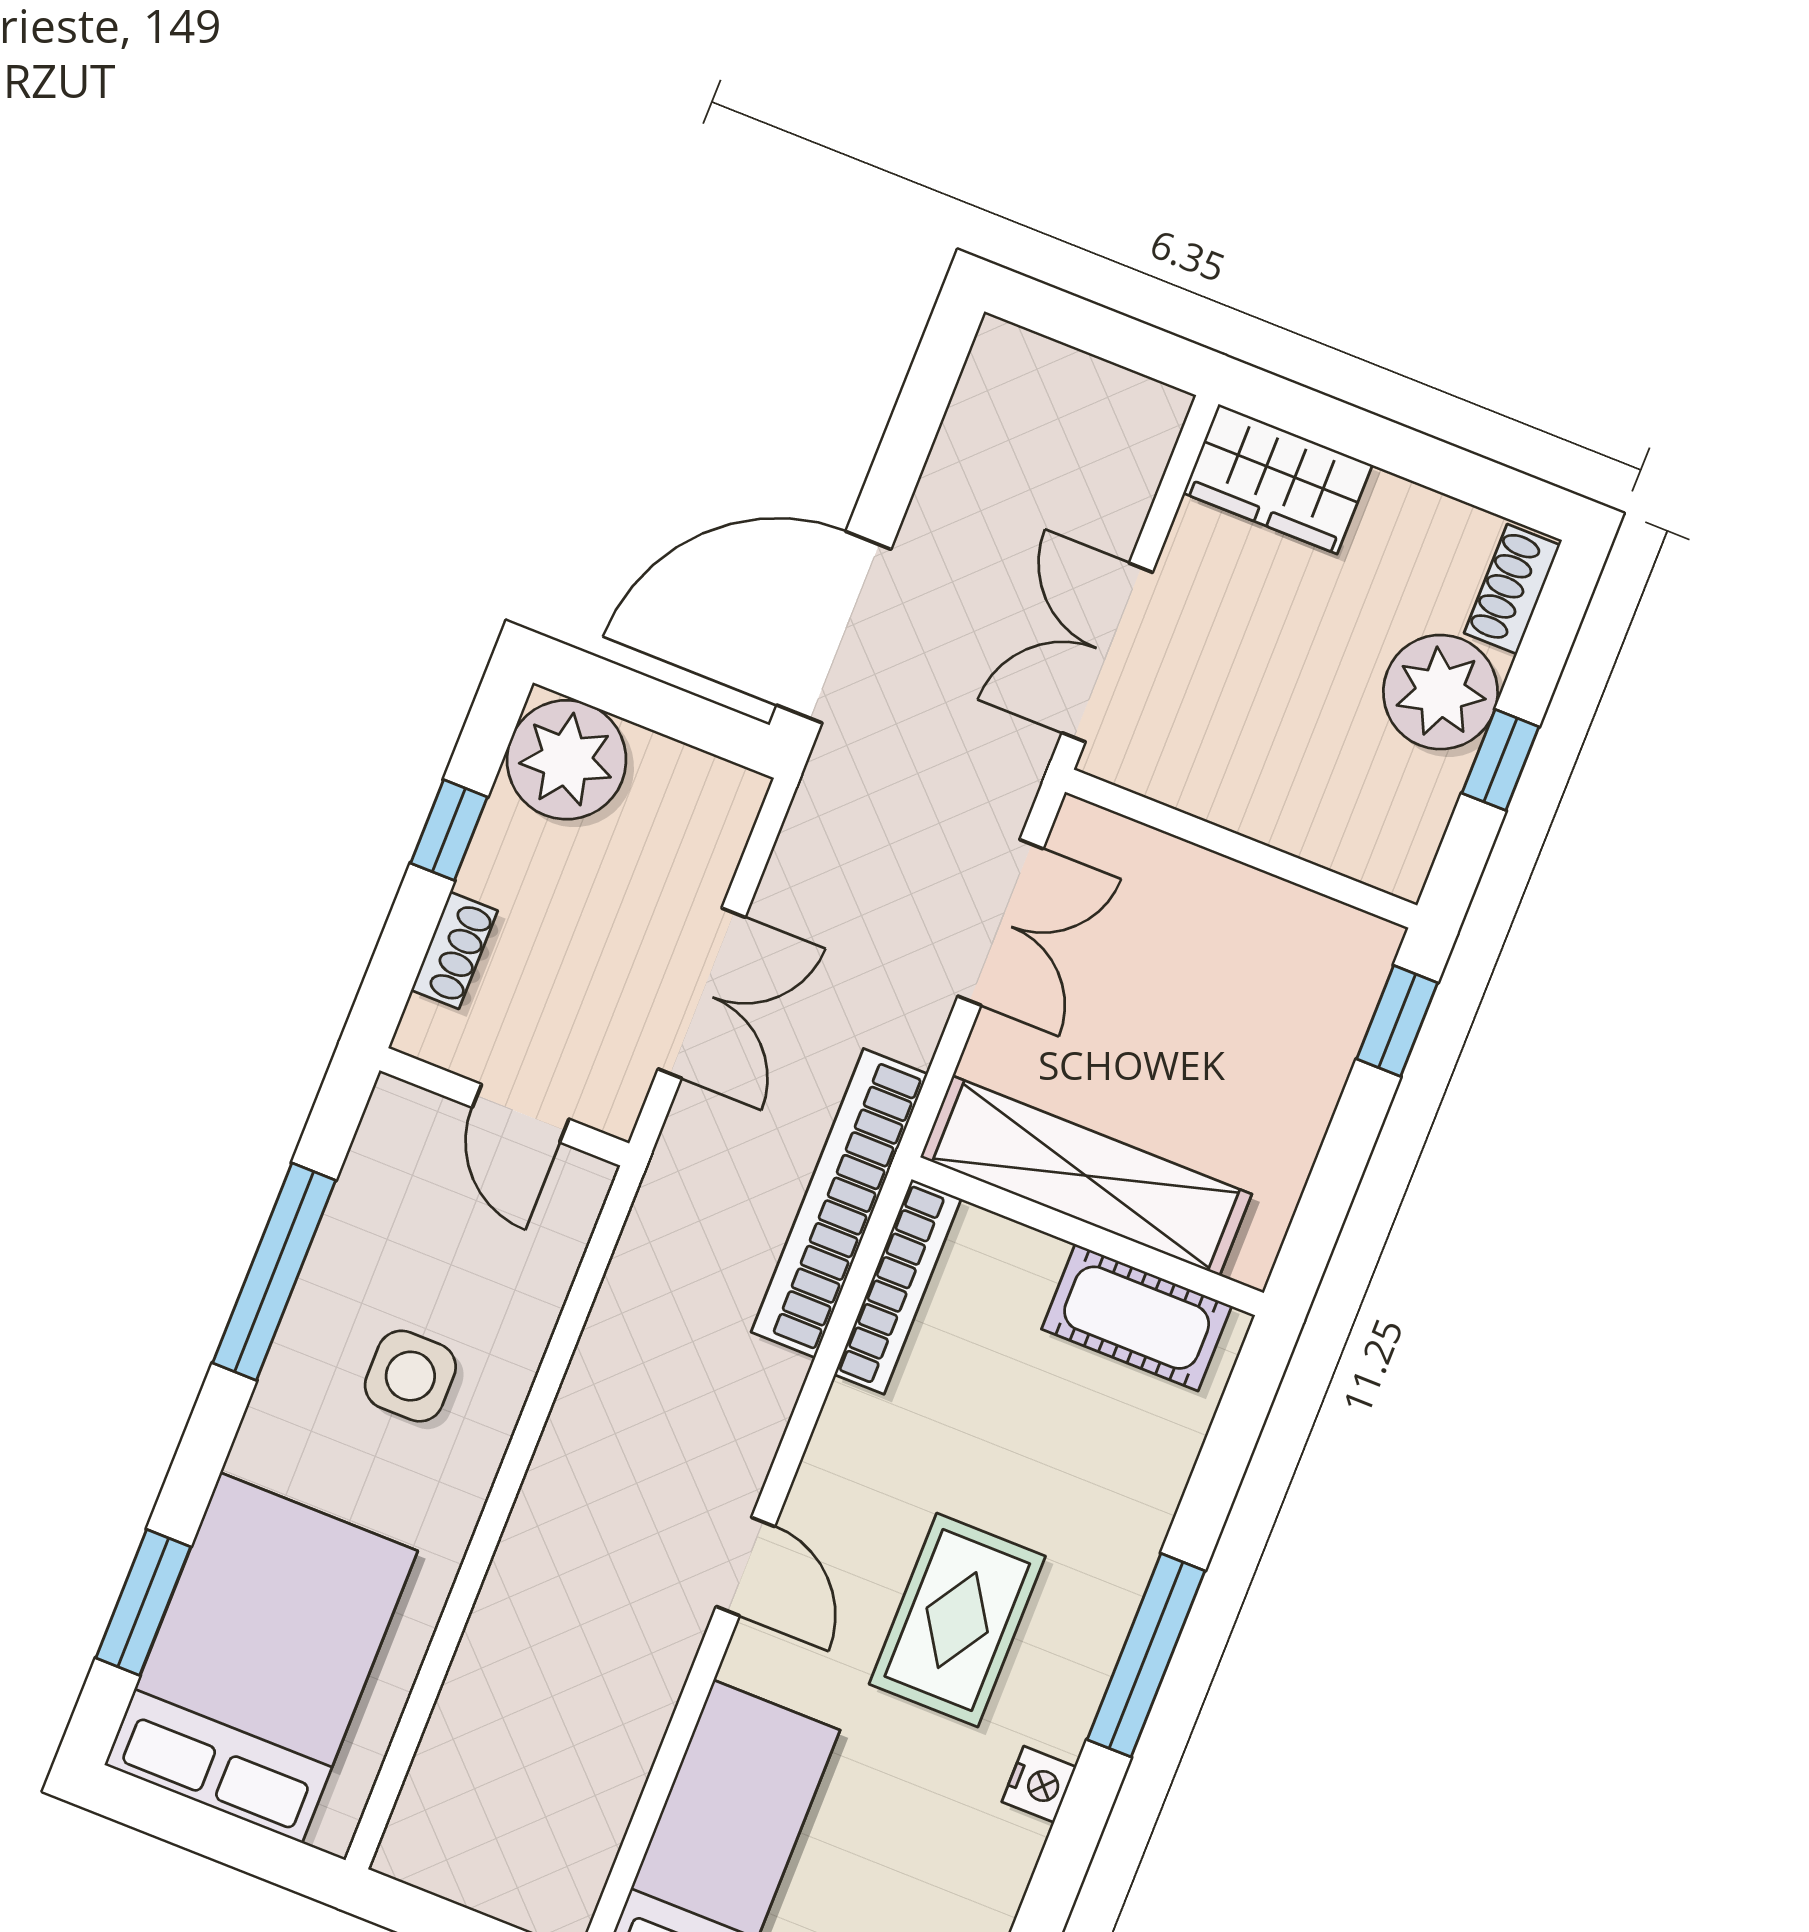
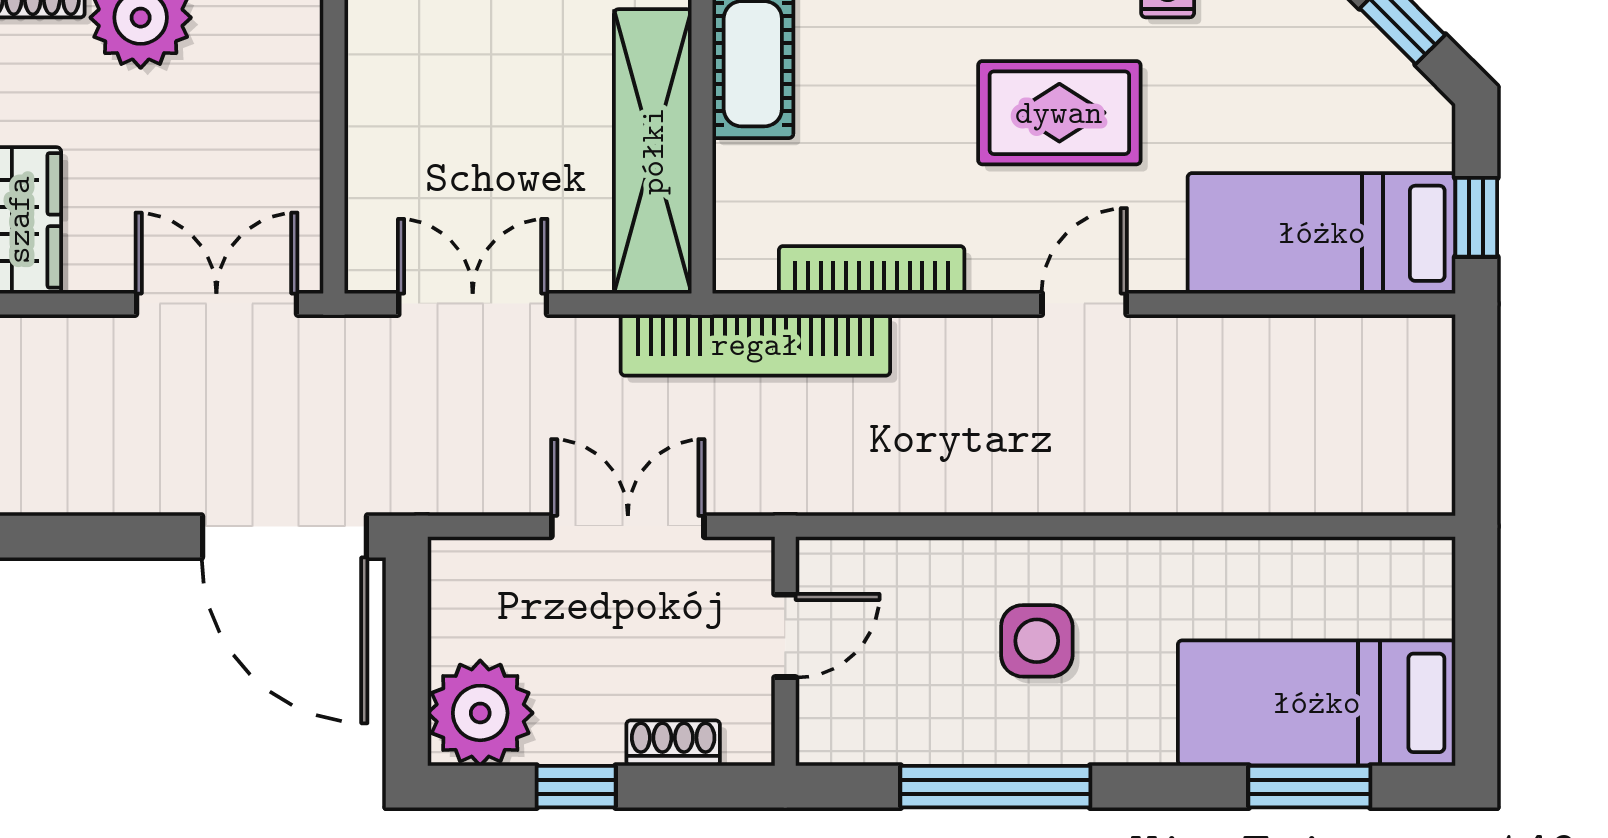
double door: (1107, 653) -> (216, 304), swing flipped
bookcase: (898, 1287) -> (872, 270), moved
bed: (261, 1658) -> (1317, 703), width x0.67

